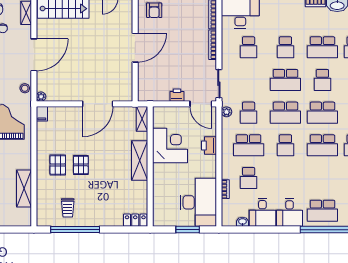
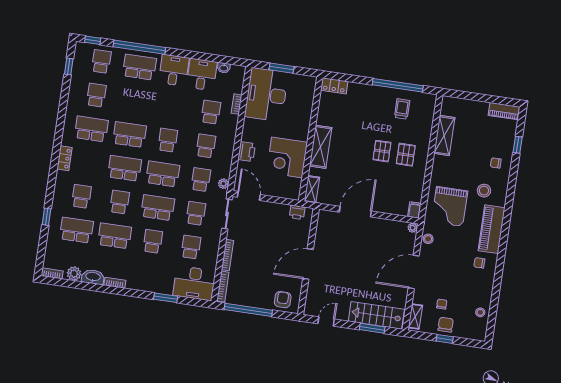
school desk: (249, 80) -> (196, 213), added
printer: (177, 95) -> (297, 212), moved
school desk: (249, 145) -> (206, 146), width x0.54

